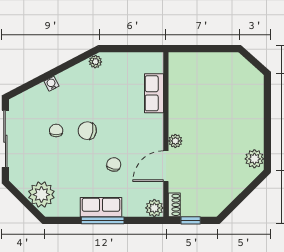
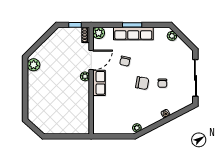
row of seats: (154, 93) -> (99, 83), moved
plant: (41, 195) -> (172, 36), width x0.53, depth x0.53
row of seats: (101, 207) -> (133, 33), width x1.48
window: (103, 220) -> (132, 25), width x0.69

